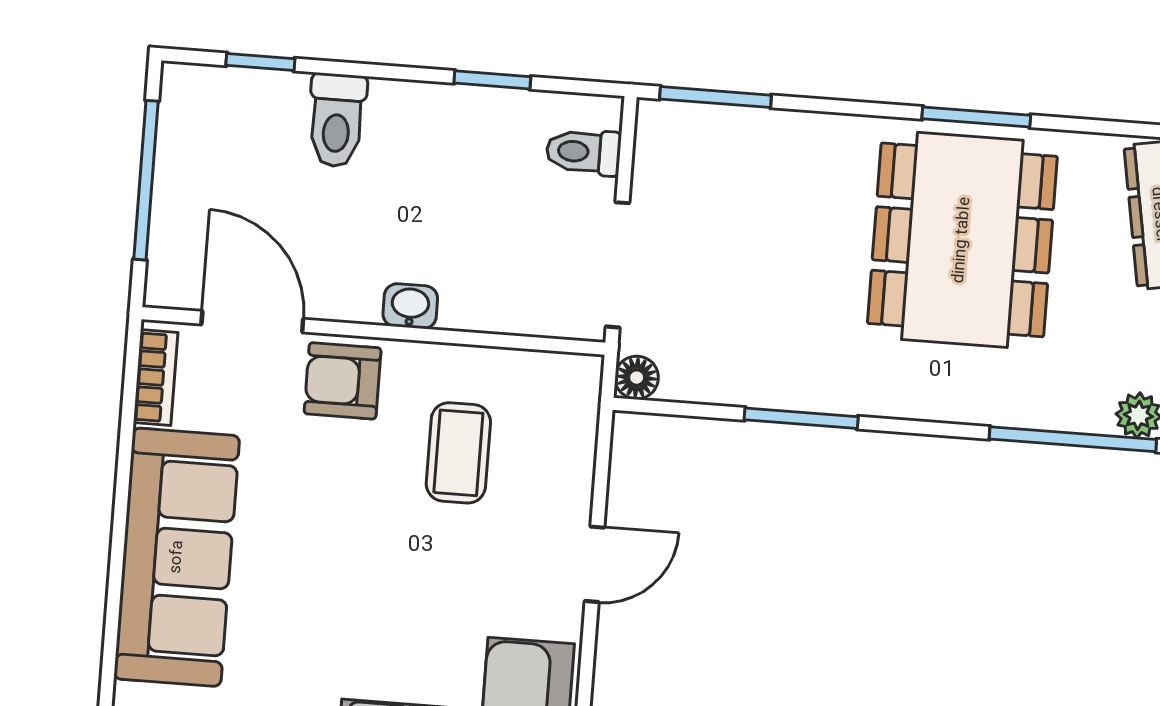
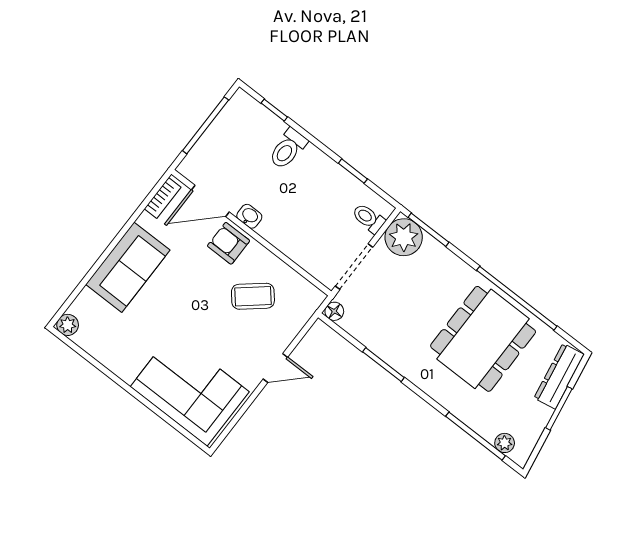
window: (976, 117) -> (517, 298), width x2.11
plant: (677, 144) -> (404, 237), added
washbasin: (410, 306) -> (249, 216), moved
door: (252, 322) -> (210, 201), swing flipped
coffee table: (458, 453) -> (253, 296), turned 50
sofa: (177, 557) -> (128, 267), width x0.73

